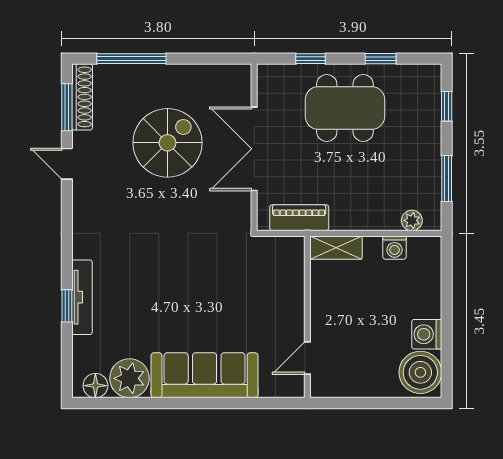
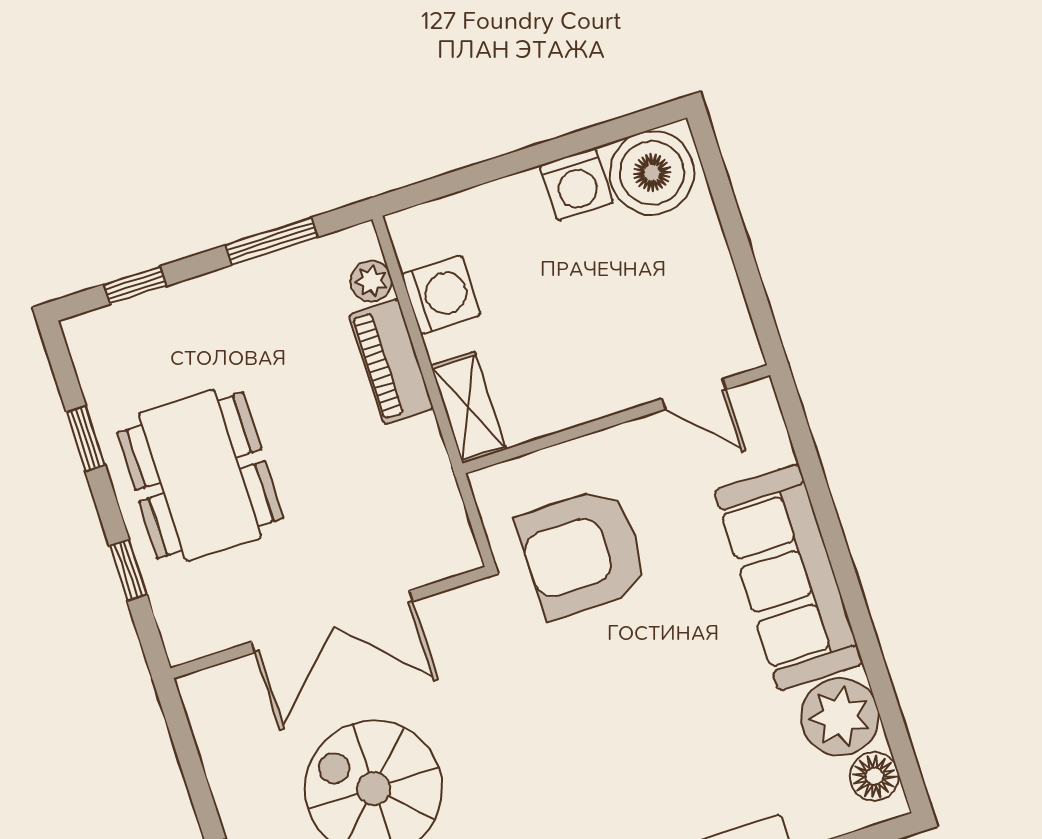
piano: (299, 218) -> (391, 361), moved
washing machine: (395, 248) -> (441, 295), width x1.38, depth x1.38
armchair: (248, 280) -> (583, 553), added

